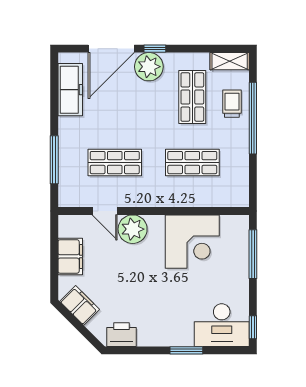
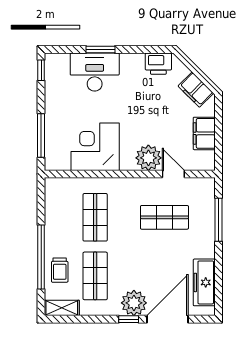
shop shelf: (192, 163) -> (95, 217), turned 90
desk: (222, 325) -> (95, 72), moved

